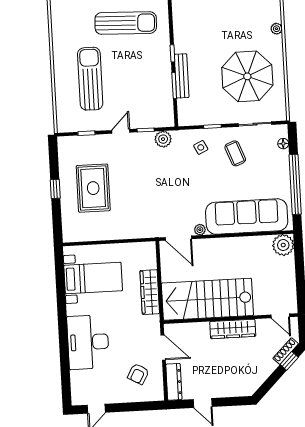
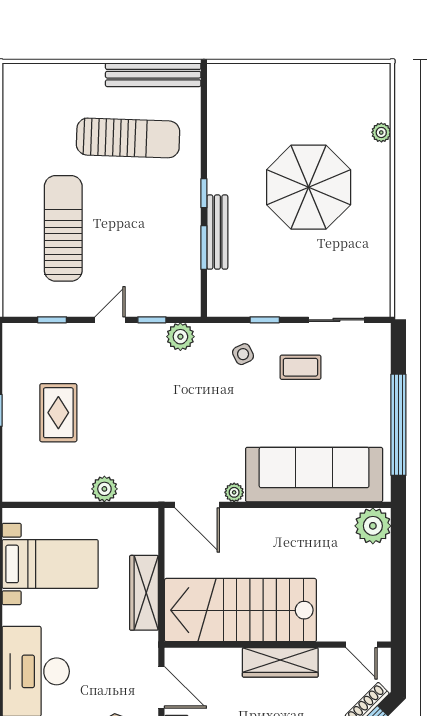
plant: (276, 29) -> (381, 132), moved
parasol: (247, 76) -> (309, 187), moved
floor lamp: (283, 144) -> (382, 355), removed
coffee table: (235, 153) -> (300, 367), turned -69
rug: (93, 188) -> (58, 413), width x0.73, depth x0.70
plant: (123, 232) -> (104, 489), added

